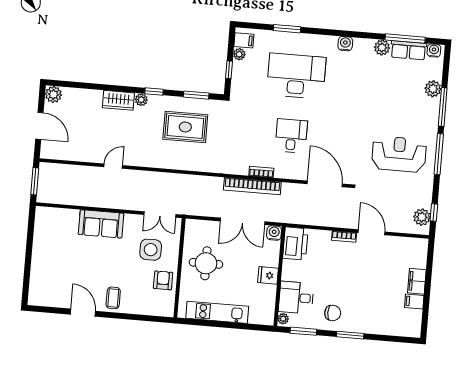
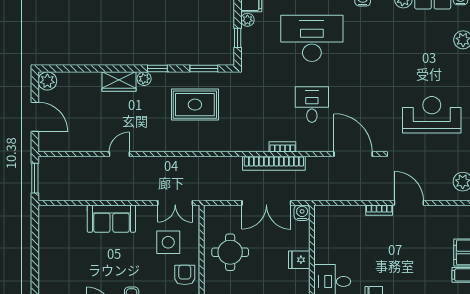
printer: (295, 244) -> (326, 222), removed

